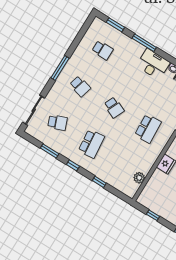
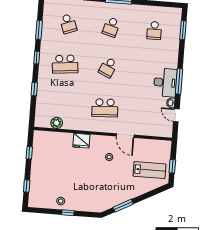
window: (144, 43) -> (179, 81), moved

